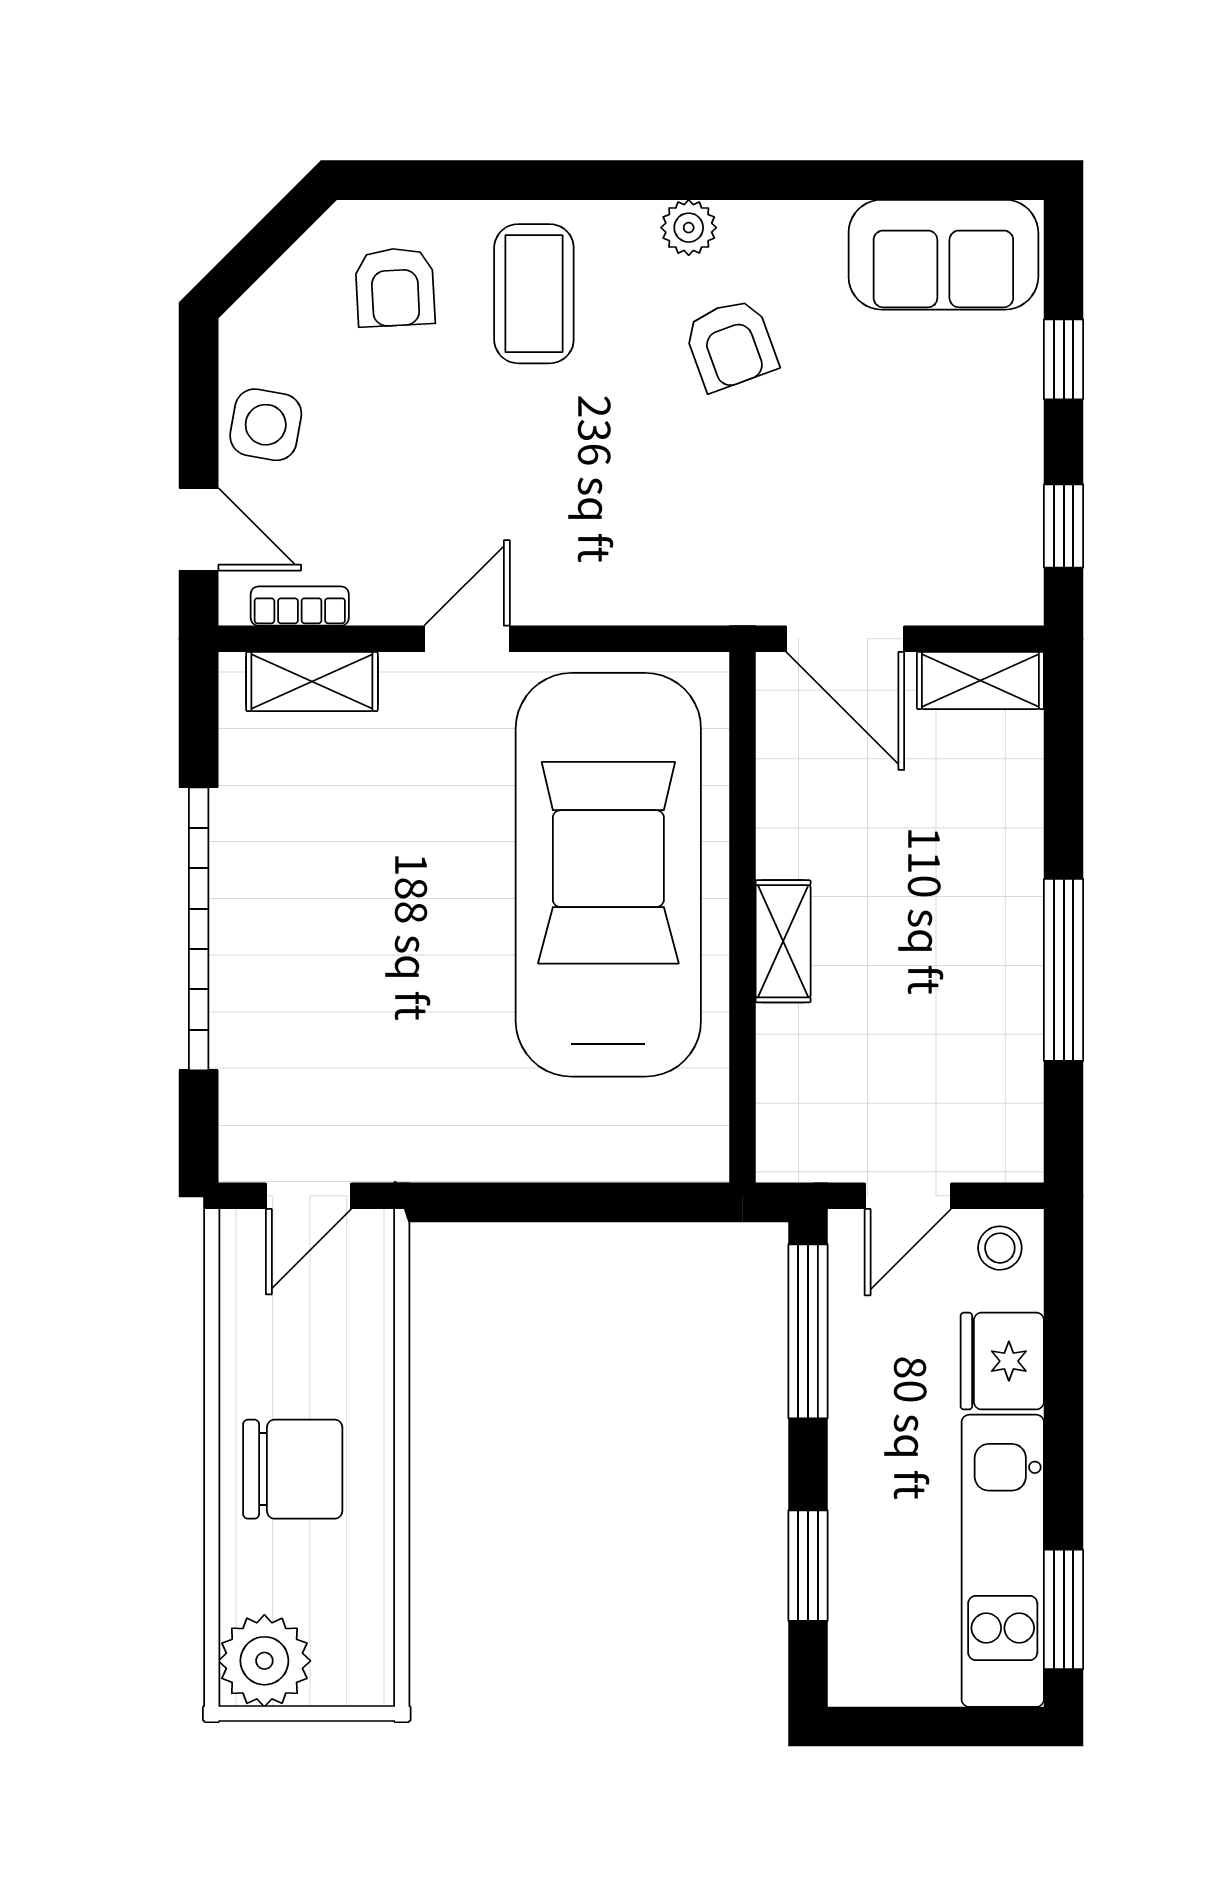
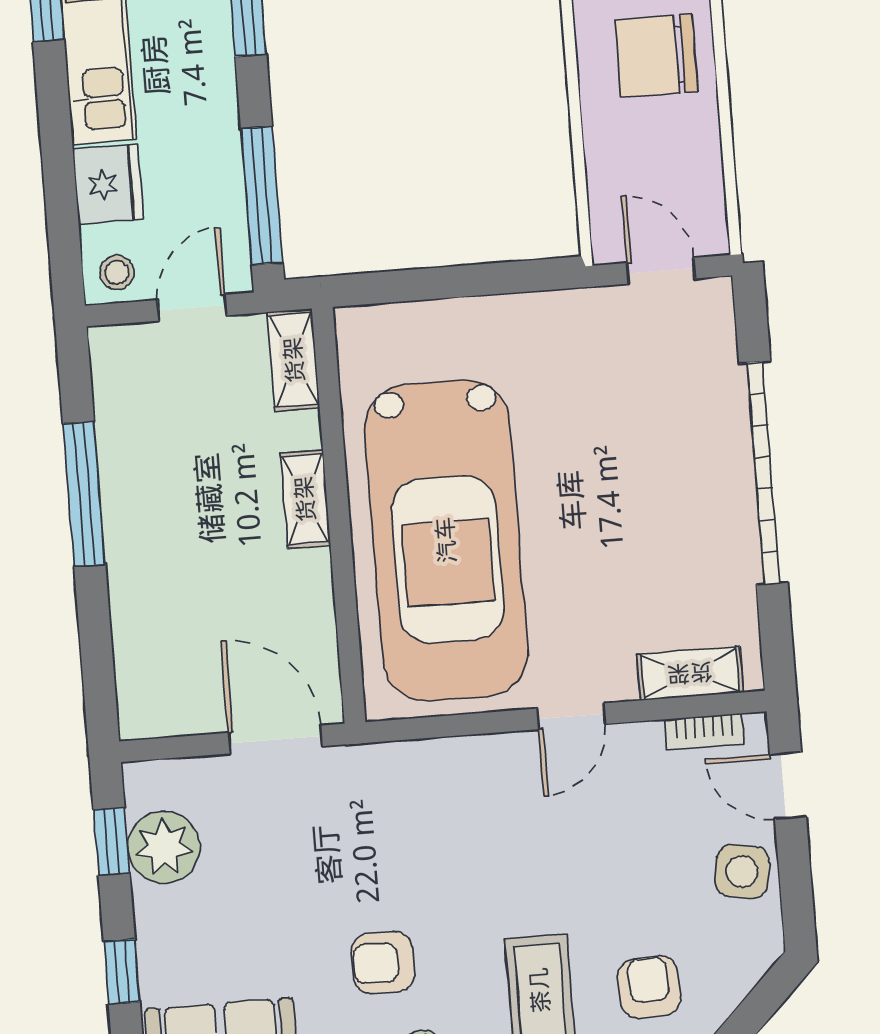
armchair: (731, 345) -> (383, 963), turned -70
plant: (998, 513) -> (164, 847), added
shelving: (980, 681) -> (294, 360), moved, turned 90
door: (309, 1196) -> (661, 271), hinge flipped

